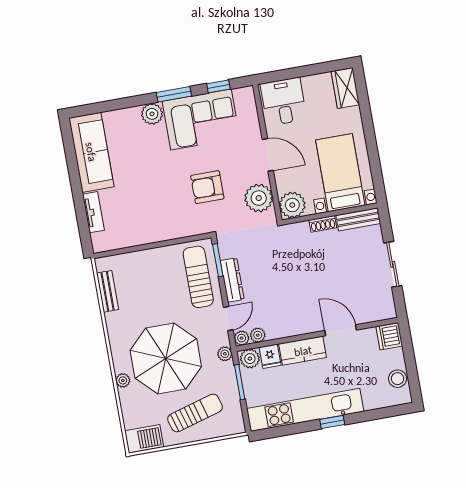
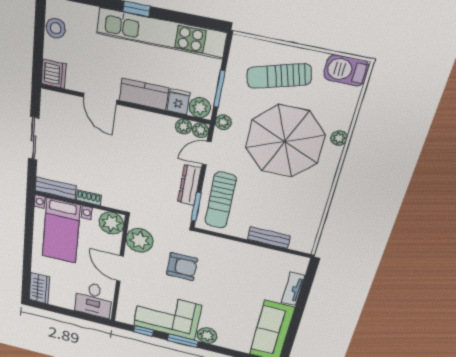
bench: (108, 291) -> (269, 238), moved, turned 90

